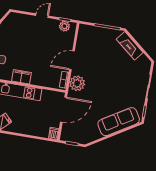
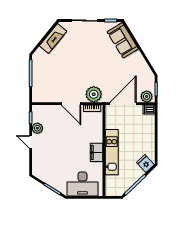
plant: (64, 26) -> (37, 128), moved
fireplace: (130, 46) -> (53, 39), moved
door: (64, 110) -> (123, 104), hinge flipped
sofa: (119, 122) -> (123, 40), width x0.73
plant: (67, 133) -> (147, 96), added

